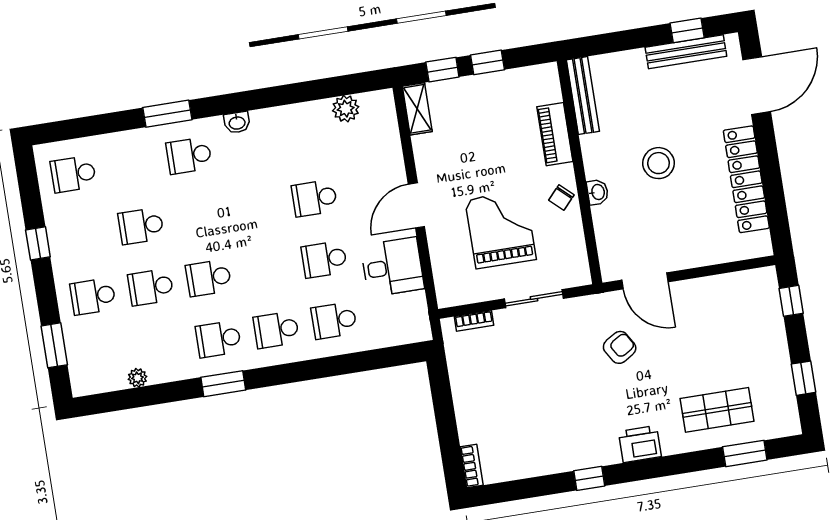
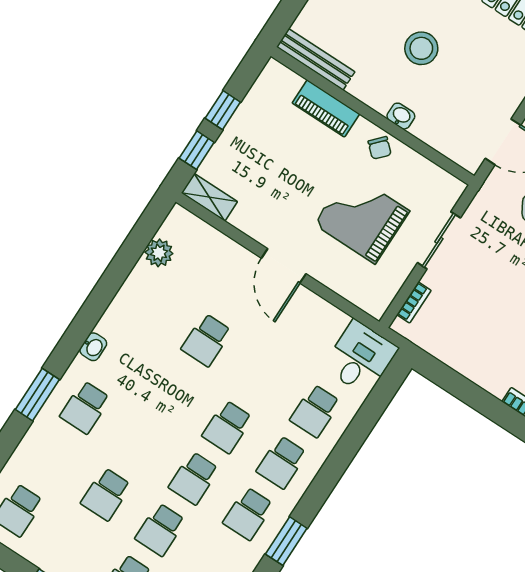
school desk: (324, 259) -> (227, 427), moved
desk: (392, 267) -> (360, 358), moved

